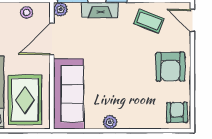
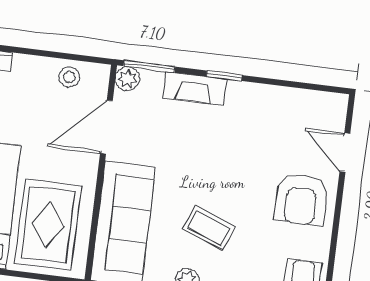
coffee table: (149, 21) -> (209, 228), moved
door: (192, 21) -> (345, 152), moved

